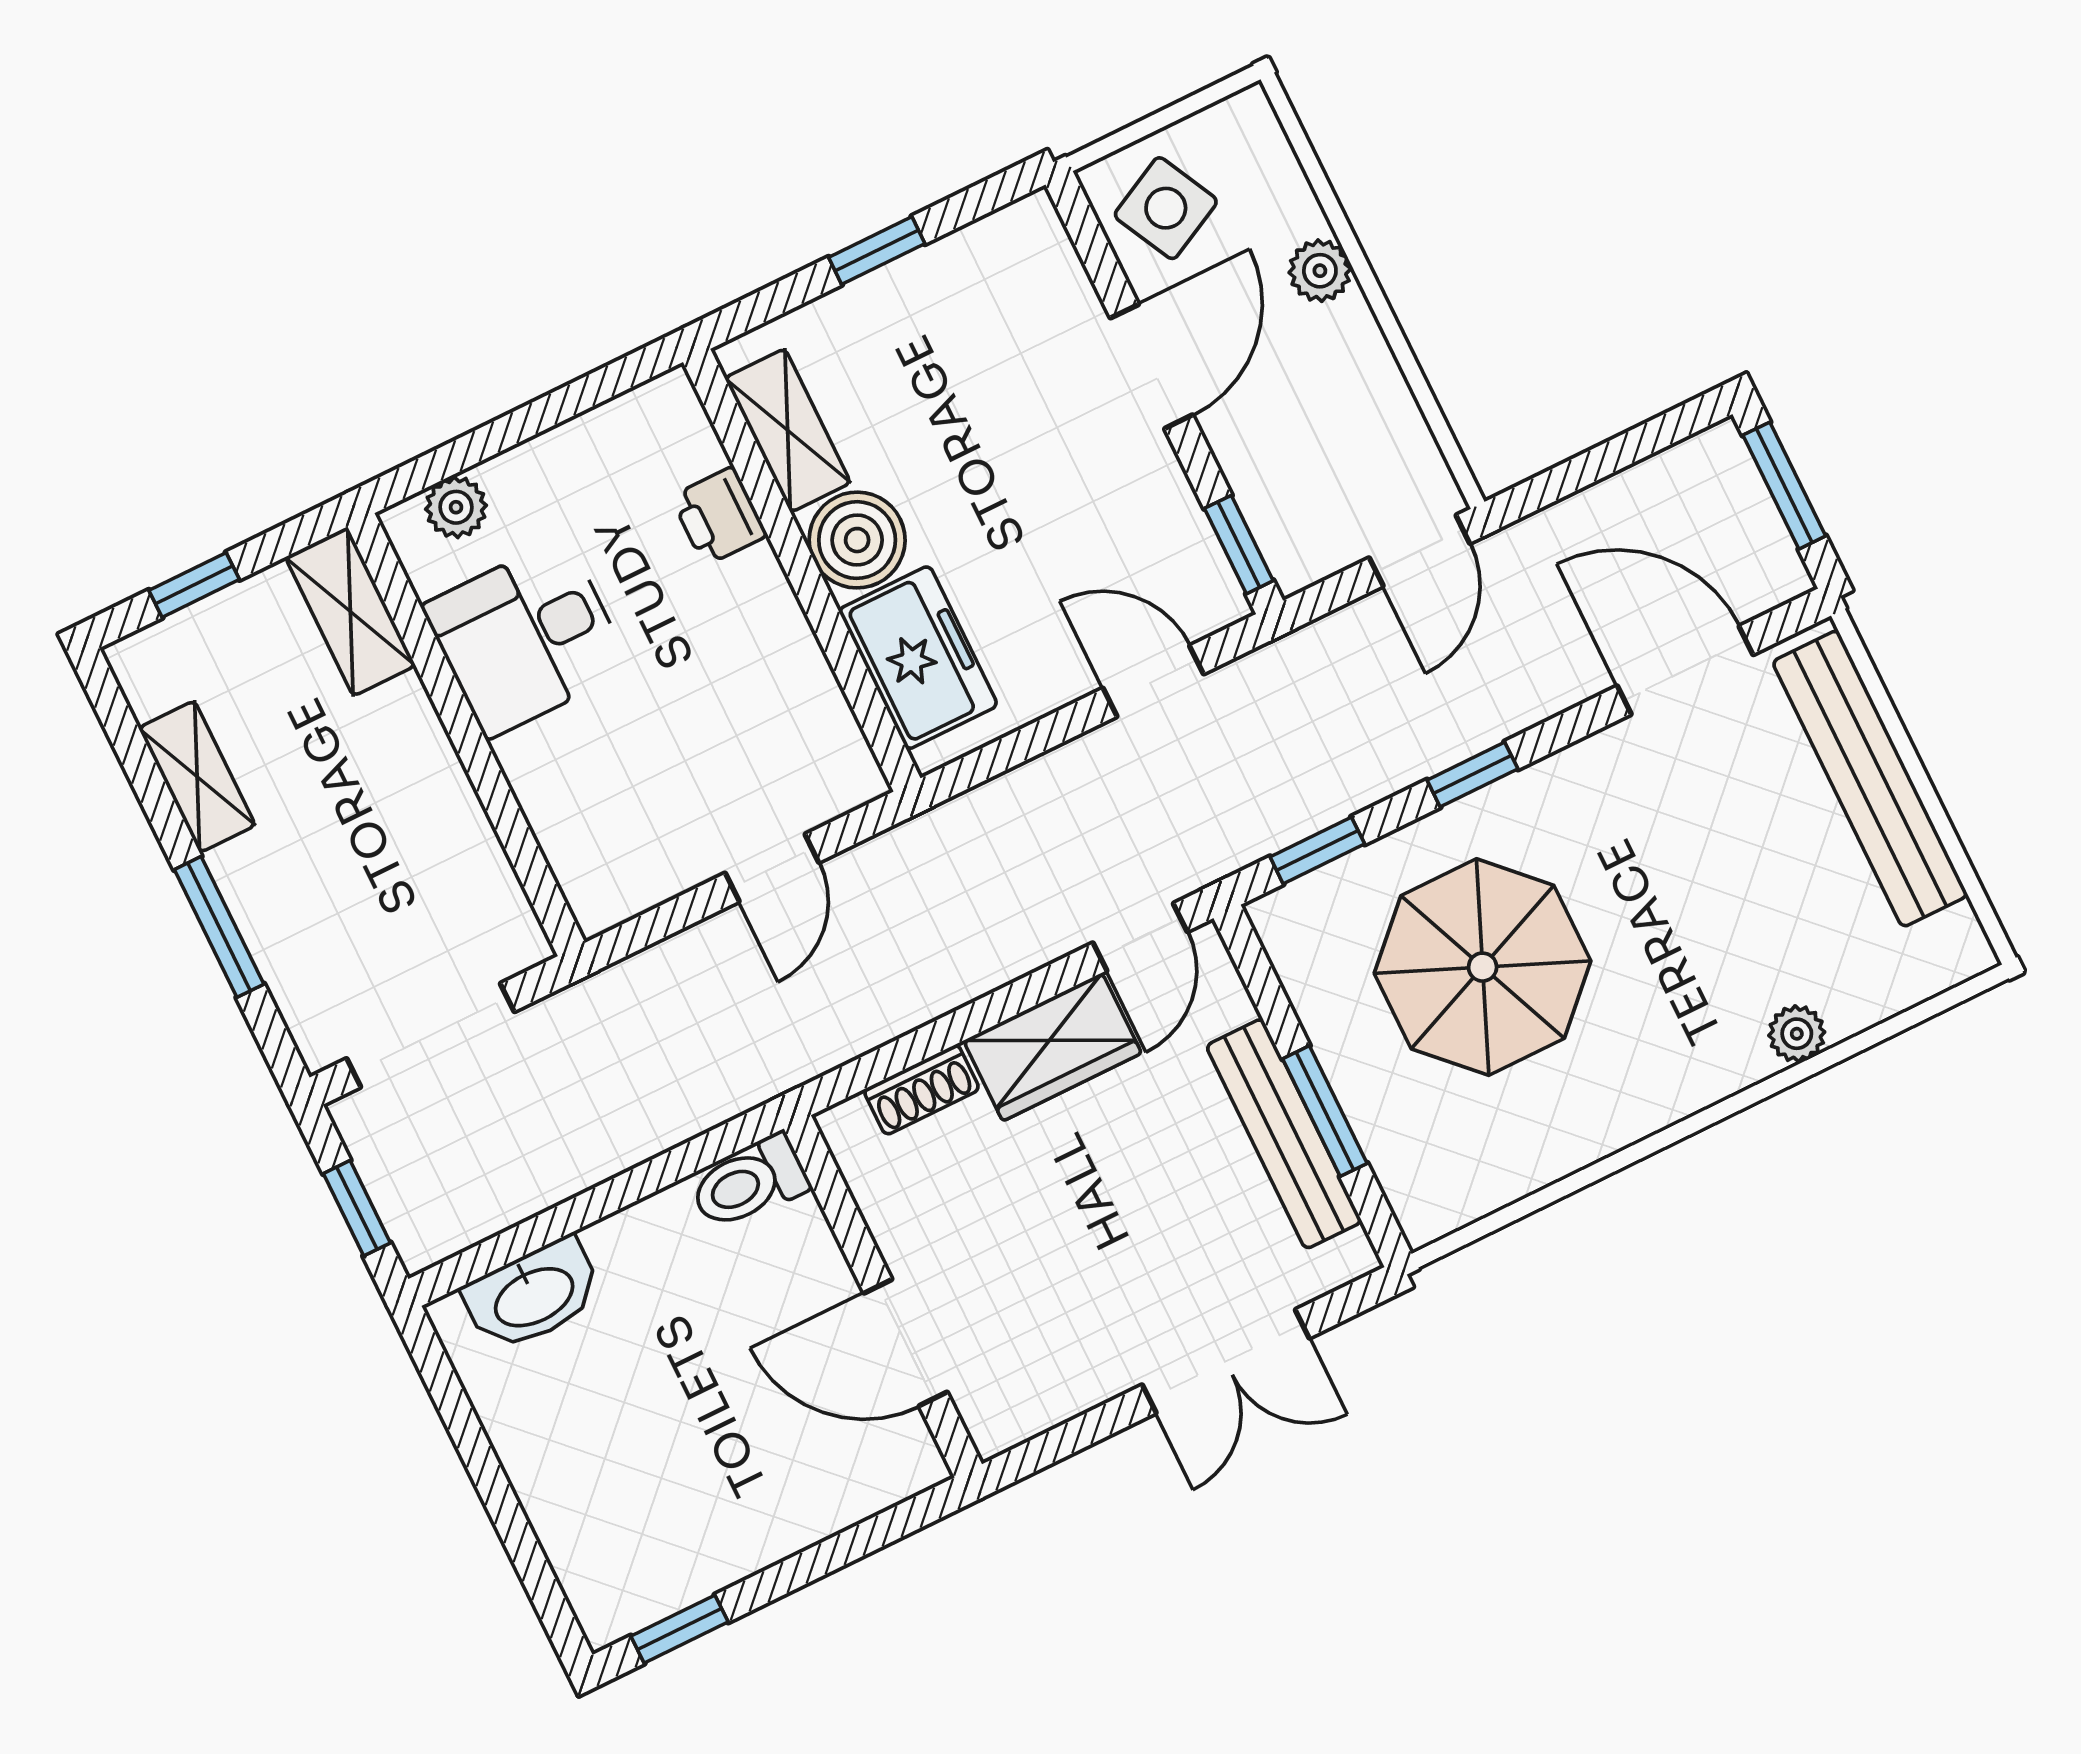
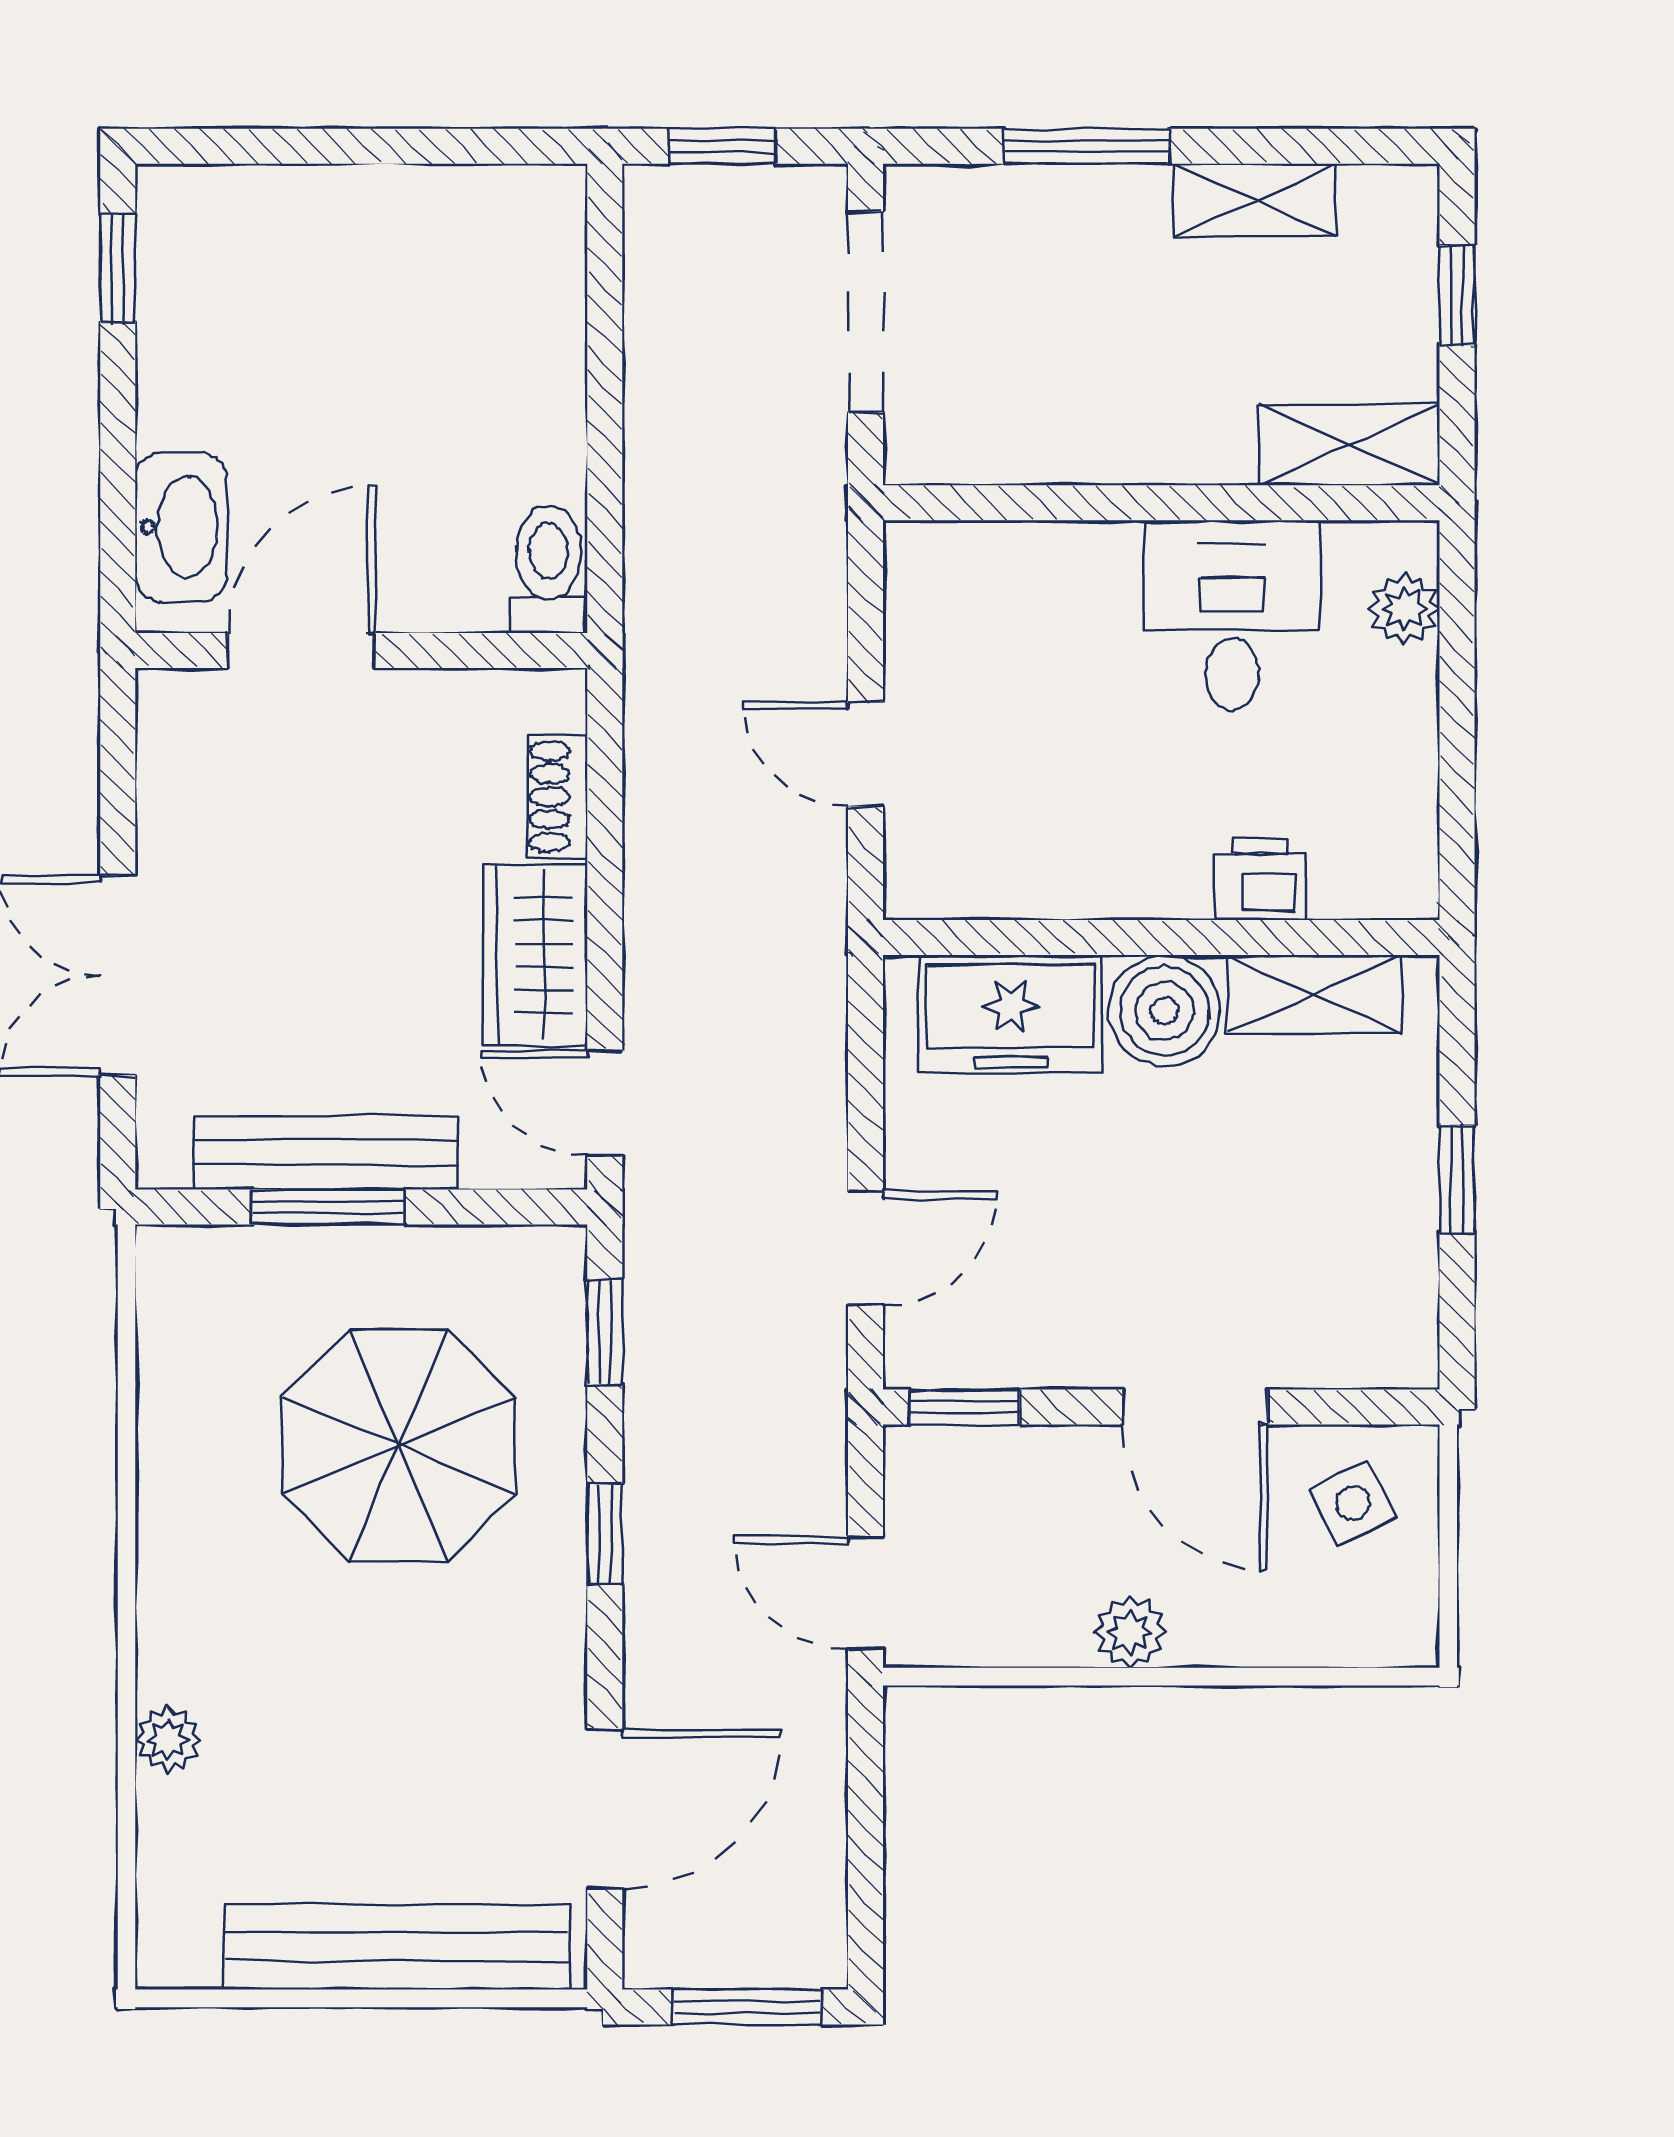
side table: (1166, 208) -> (1353, 1503), width x0.73, depth x0.73
plant: (1320, 271) -> (1130, 1632), moved
washbasin: (533, 1295) -> (181, 527), moved, turned 180

